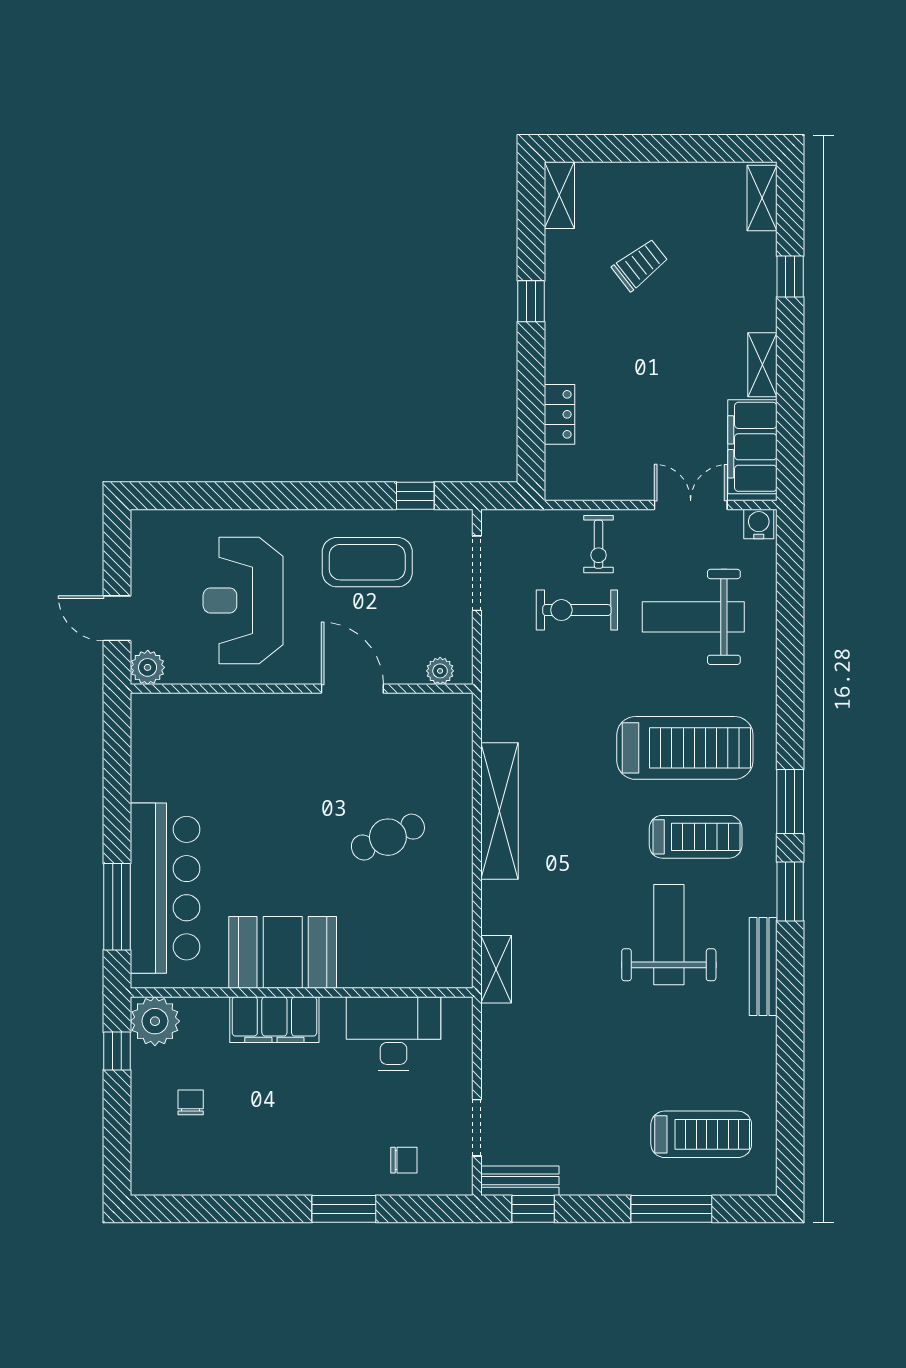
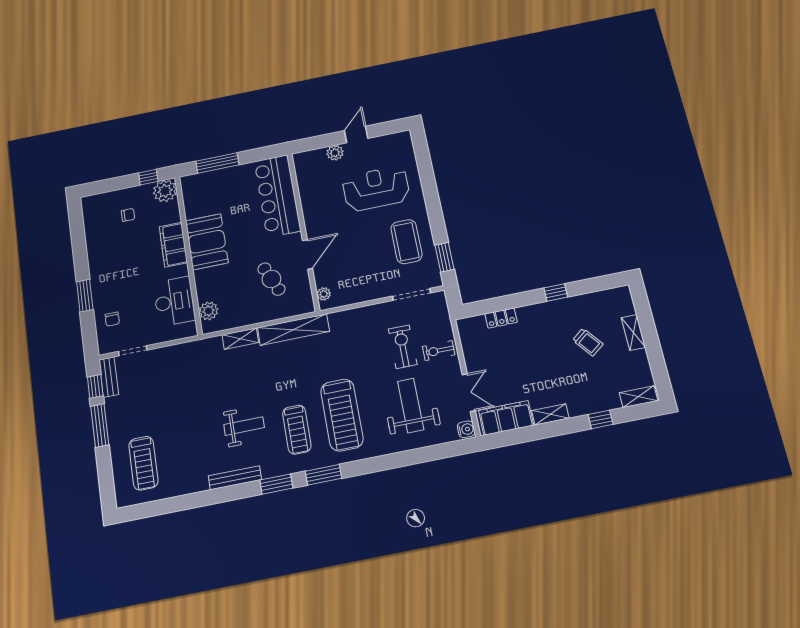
shelving: (559, 195) -> (633, 332), moved, turned 90
window: (415, 496) -> (444, 257), width x1.50
plant: (440, 671) -> (324, 294), moved
wall: (302, 689) -> (303, 231), moved
door: (352, 689) -> (307, 254), moved
bar counter: (165, 888) -> (277, 196), moved, turned 90
weight bench: (669, 935) -> (244, 426), width x0.73, depth x0.75
plant: (427, 969) -> (208, 311), added
shelving: (496, 969) -> (240, 339), moved
window: (671, 1209) -> (100, 425), moved

